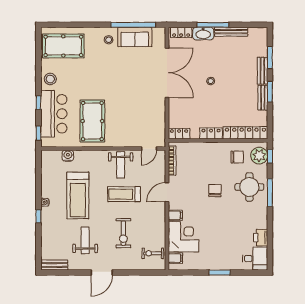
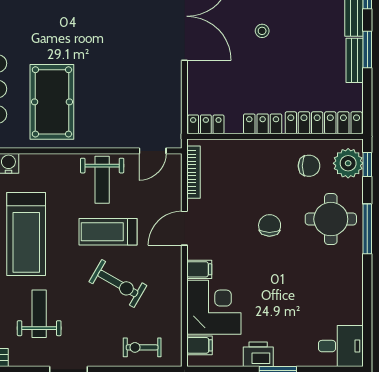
exercise bike: (123, 233) -> (118, 284), moved, turned -60
printer: (261, 238) -> (258, 354), moved, turned 90
exercise bike: (153, 253) -> (142, 347), moved

